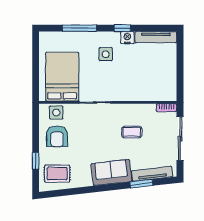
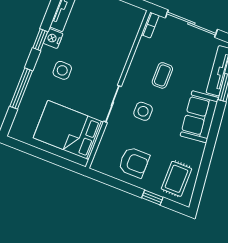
side table: (56, 113) -> (143, 111), moved

